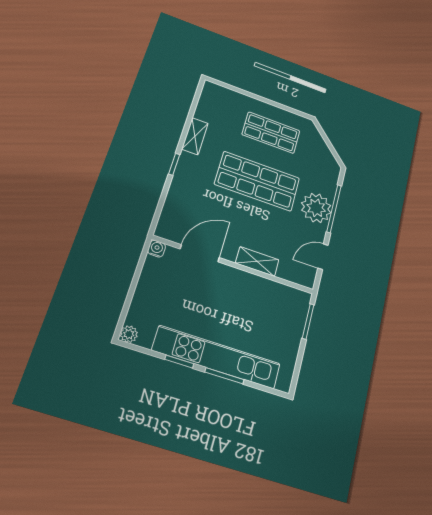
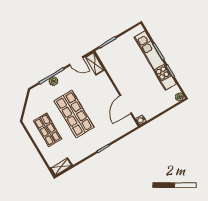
shelving: (195, 136) -> (61, 167), moved
plant: (316, 208) -> (54, 81), width x0.53, depth x0.53
door: (200, 253) -> (126, 104), hinge flipped
shelving: (257, 261) -> (95, 64), moved

